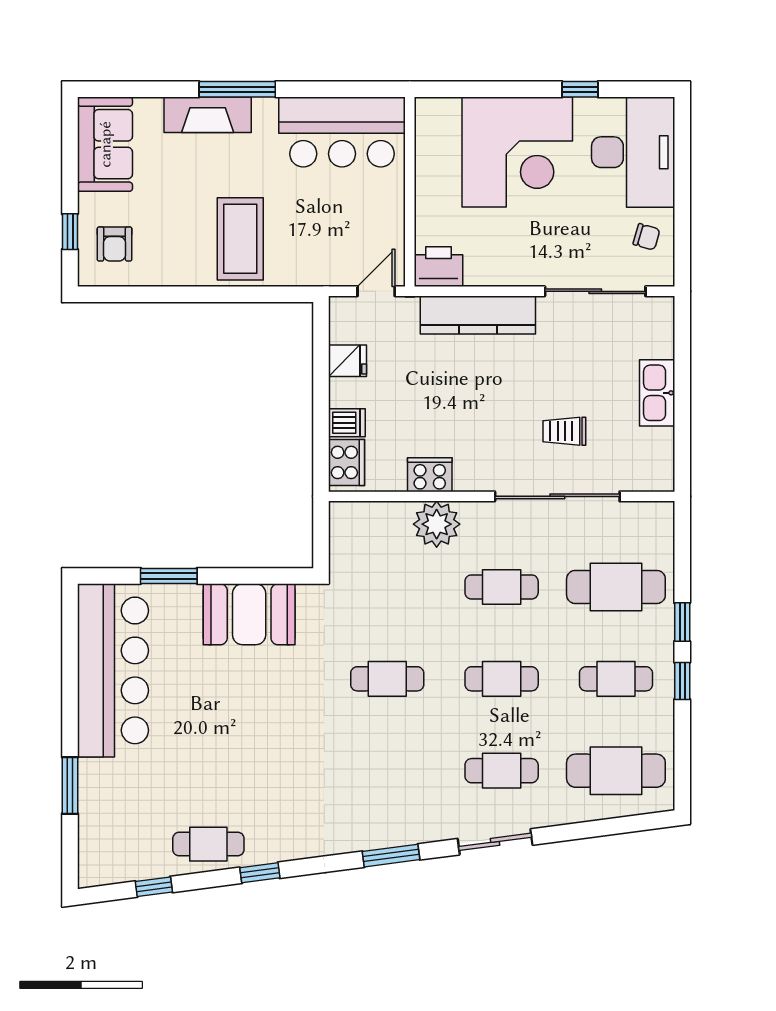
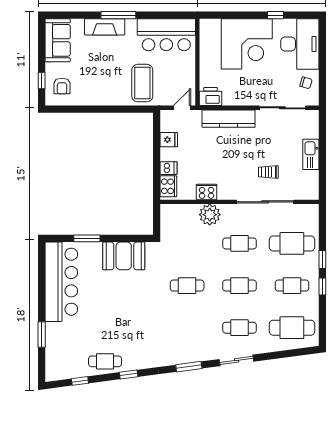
coffee table: (240, 239) -> (142, 83), moved

